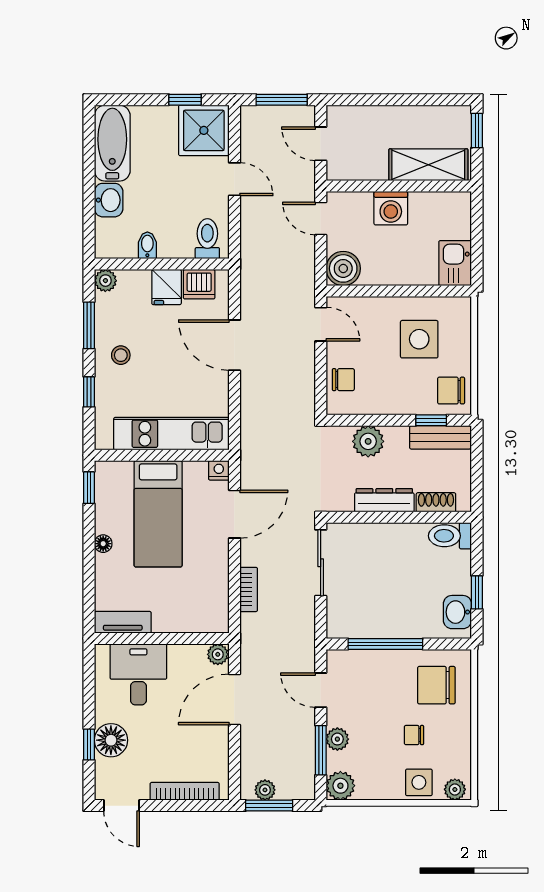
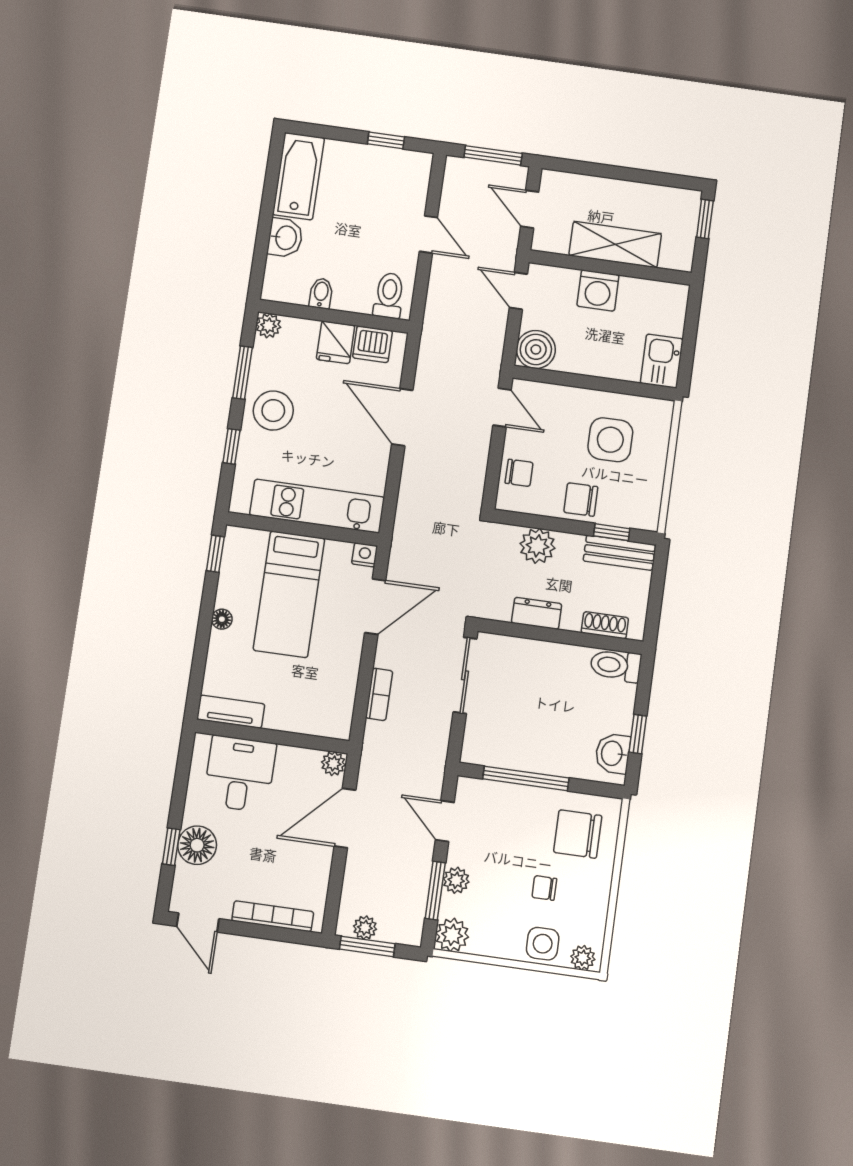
shower: (204, 130) -> (402, 177), removed
shelving: (428, 165) -> (615, 245), moved
stool: (121, 355) -> (273, 411), width x1.89, depth x1.89
chair: (451, 391) -> (581, 500), moved
dresser: (384, 500) -> (537, 613), width x0.70

